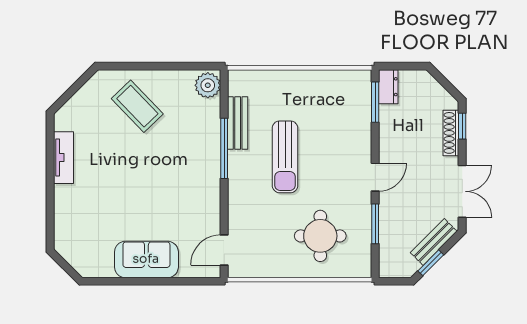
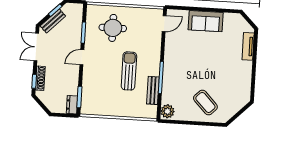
tv unit: (63, 158) -> (248, 46), moved

